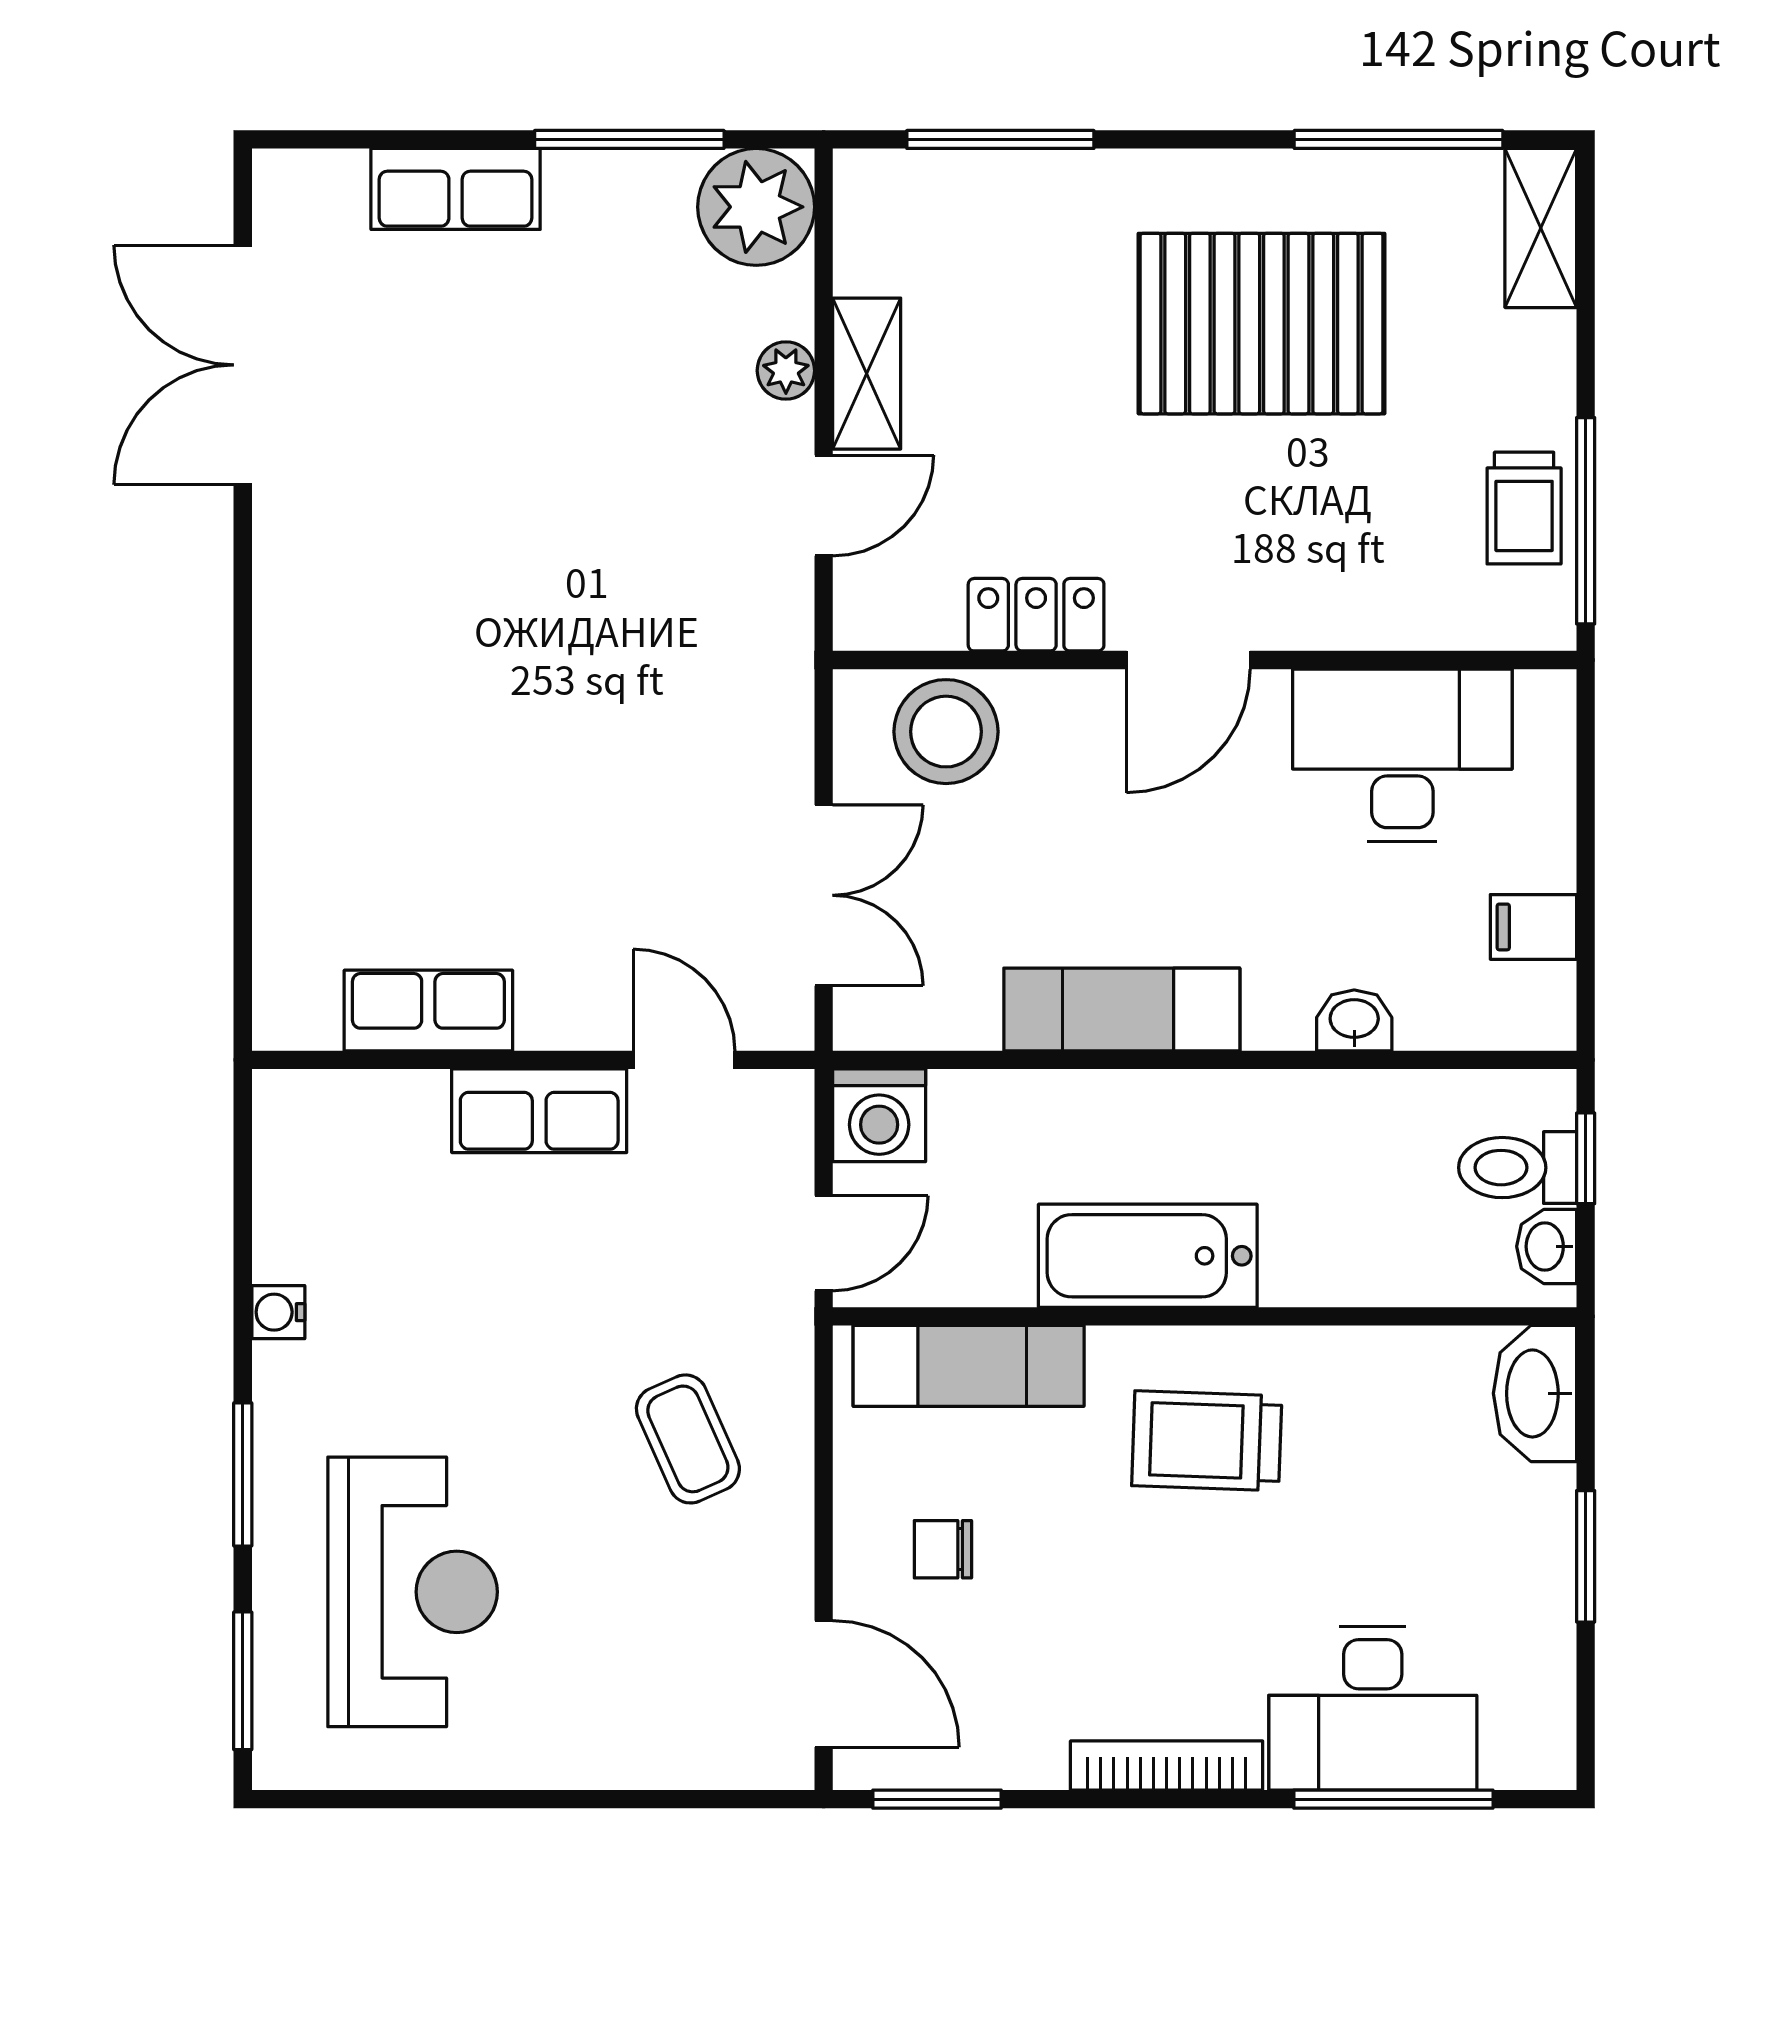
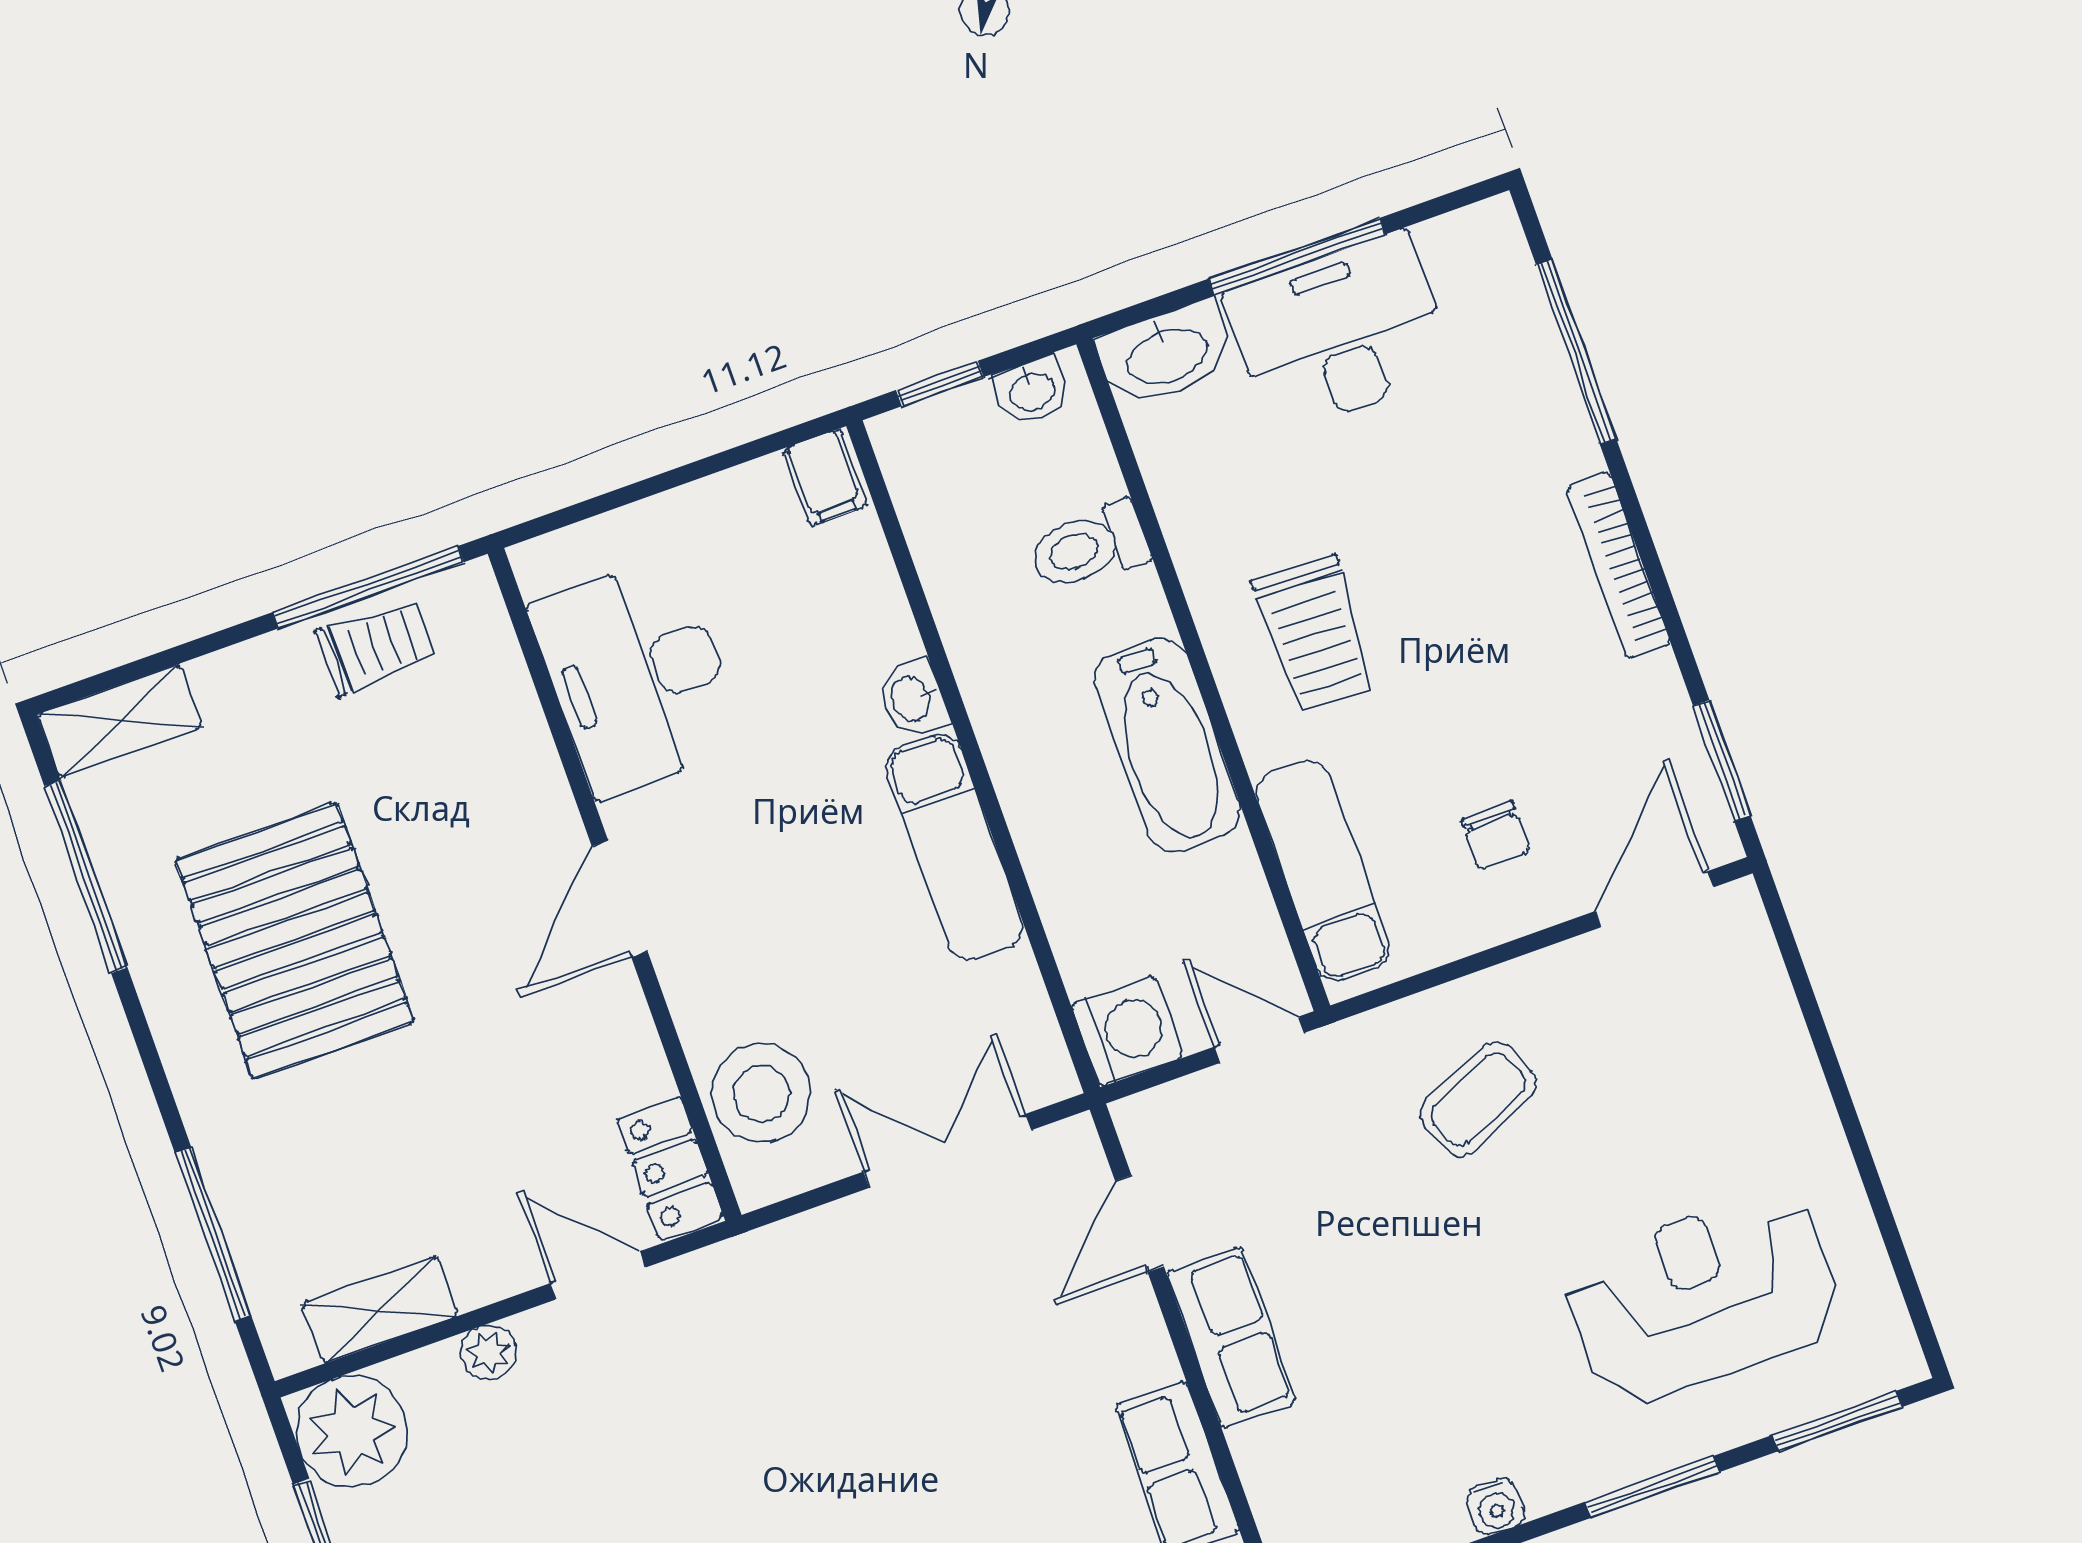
shelving: (867, 374) -> (380, 1309), moved
locker: (1036, 615) -> (670, 1168), moved
door: (1188, 660) -> (620, 899), swing flipped
filing cabinet: (1533, 927) -> (825, 477), moved
washbasin: (1354, 1020) -> (913, 699), moved
toilet: (1518, 1168) -> (1089, 547), moved, turned 90
window: (1586, 1556) -> (1297, 256), width x1.44
desk: (1373, 1708) -> (1339, 333), moved, turned -90

